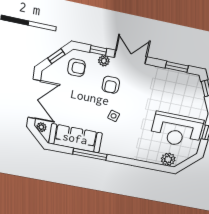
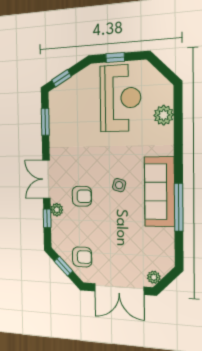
armchair: (76, 68) -> (82, 257), moved, turned 90
double door: (34, 99) -> (119, 289), swing flipped
sofa: (75, 138) -> (159, 192), moved
plant: (168, 159) -> (164, 115), moved

